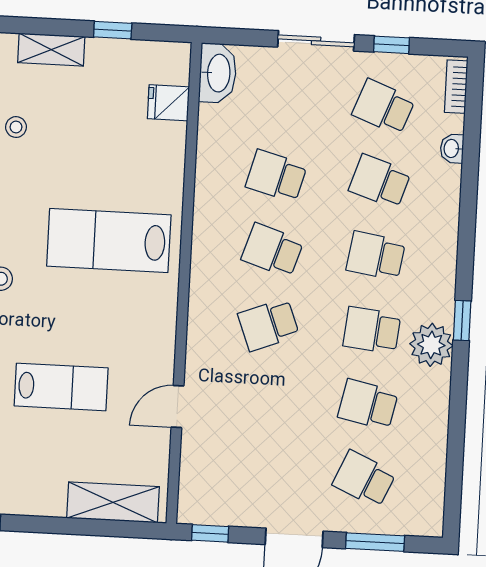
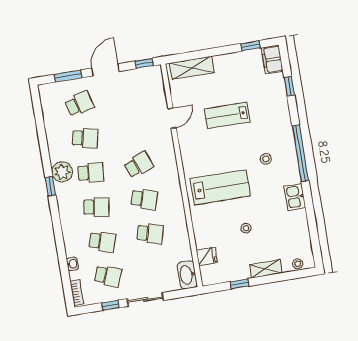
stool: (16, 127) -> (246, 228), moved
school desk: (364, 479) -> (79, 104), turned -39

